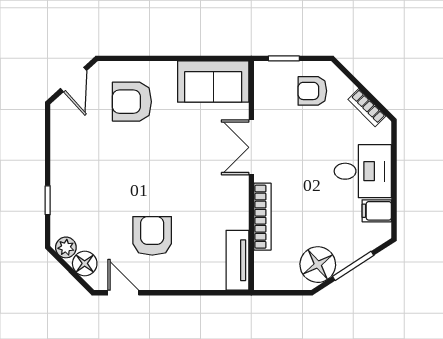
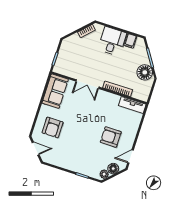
armchair: (312, 91) -> (72, 51), removed

